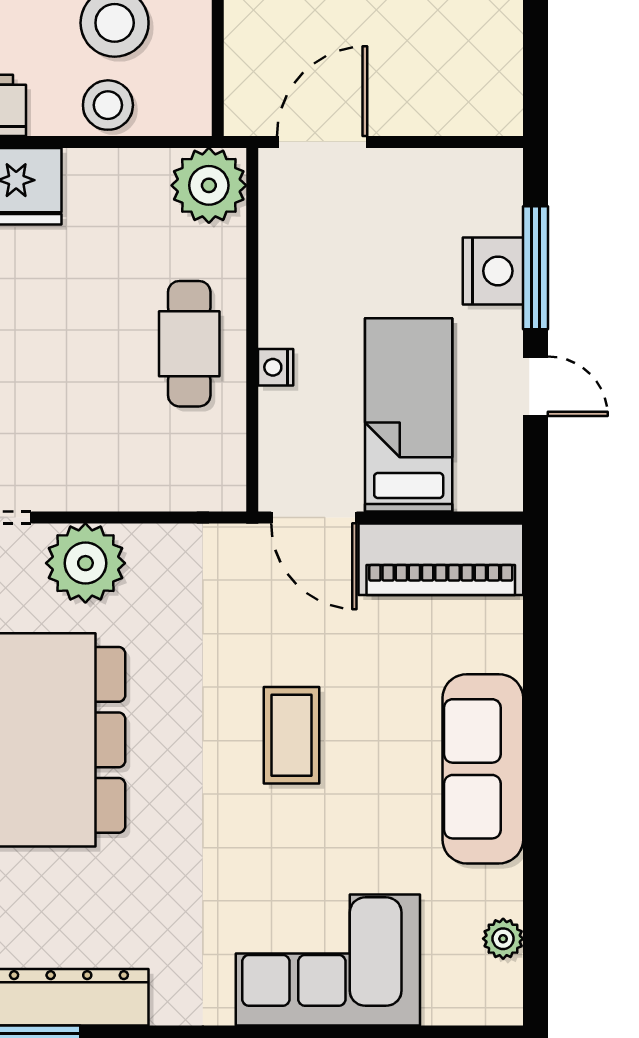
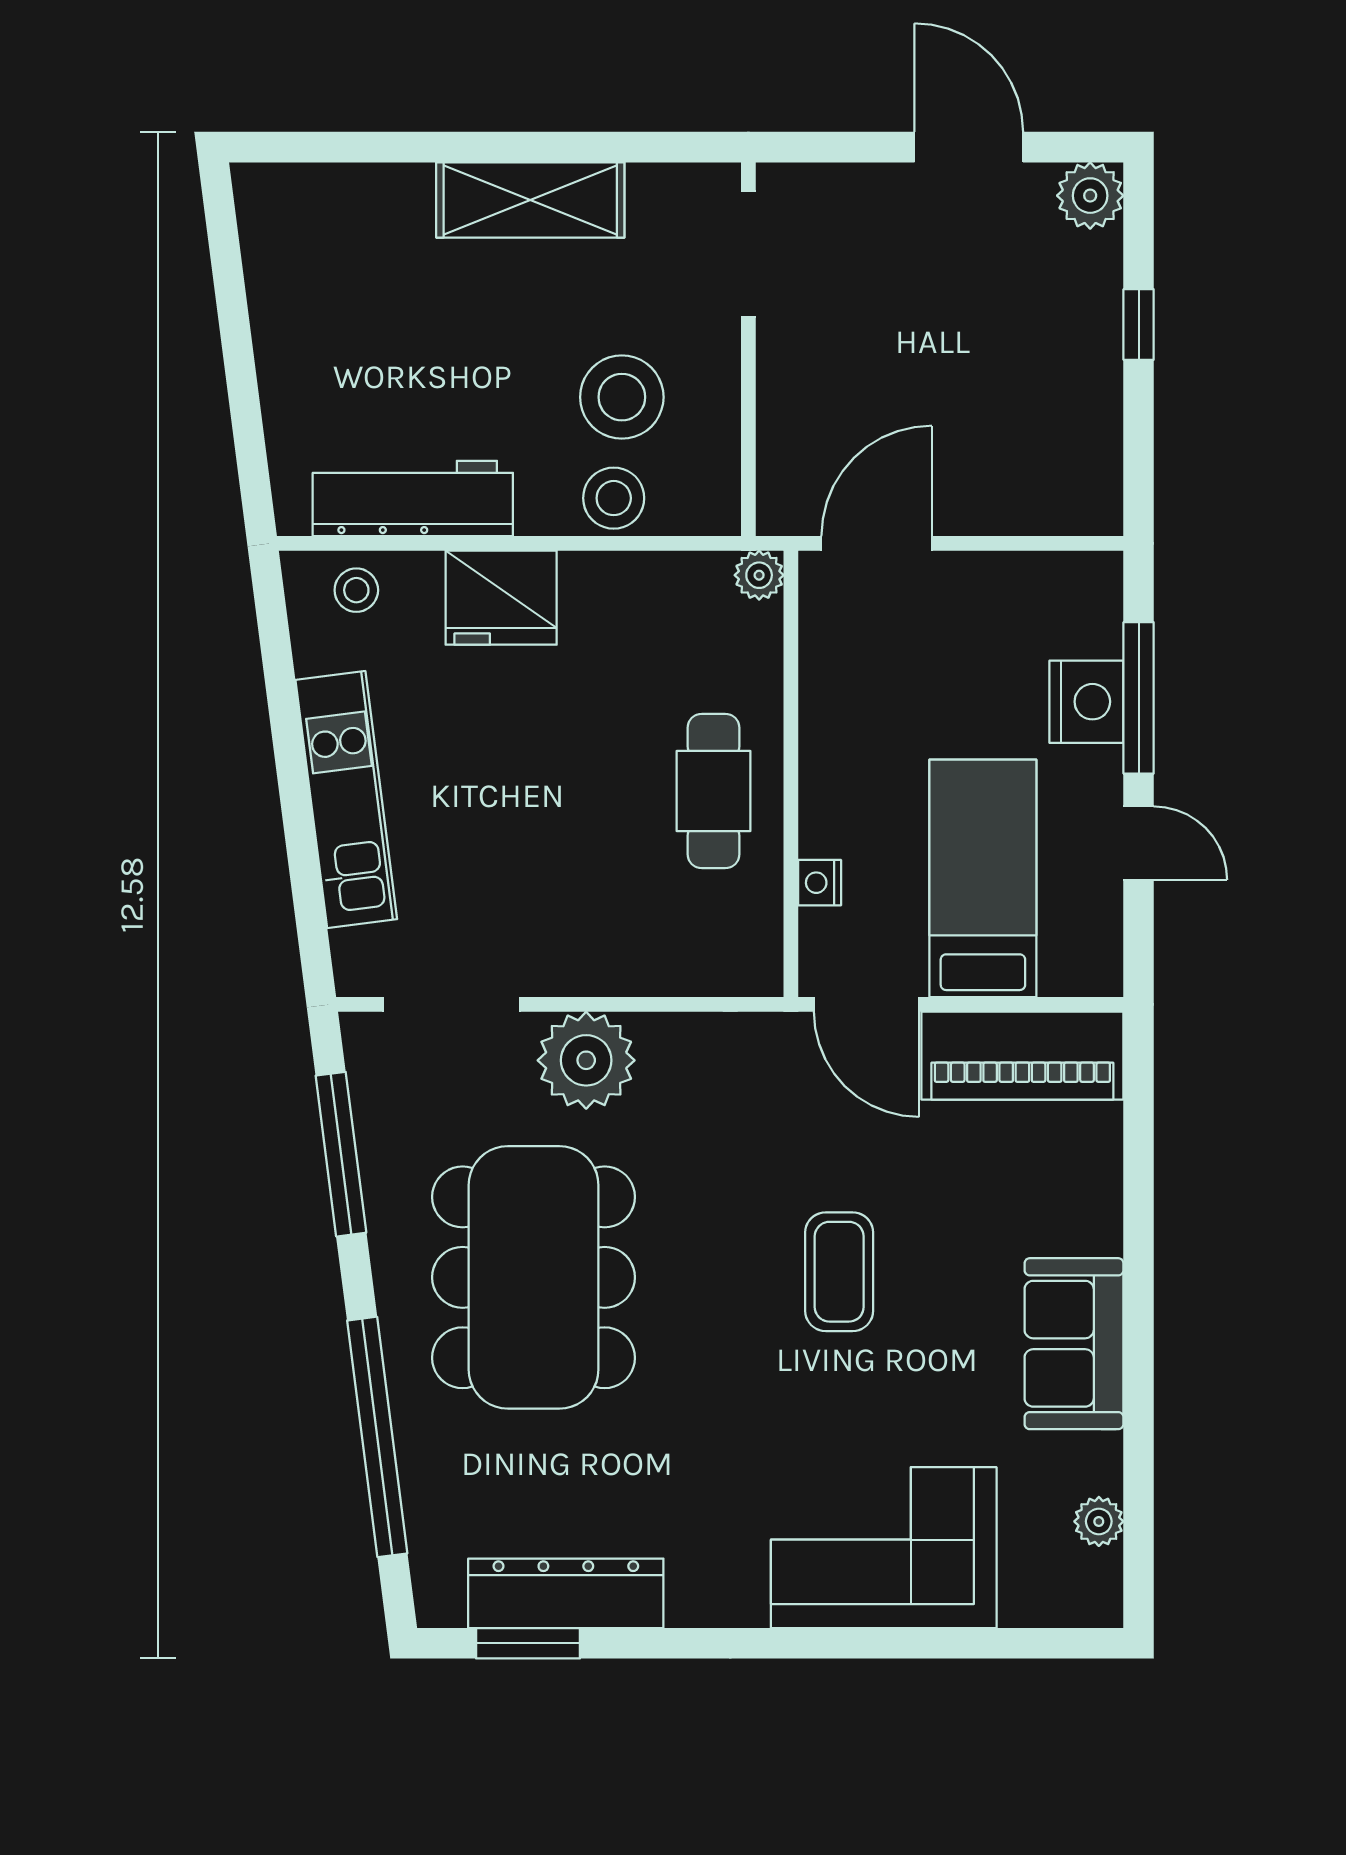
plant: (209, 185) -> (759, 575), width x0.53, depth x0.53
nightstand: (276, 367) -> (820, 883), moved
sofa: (483, 769) -> (1074, 1344), width x0.73

